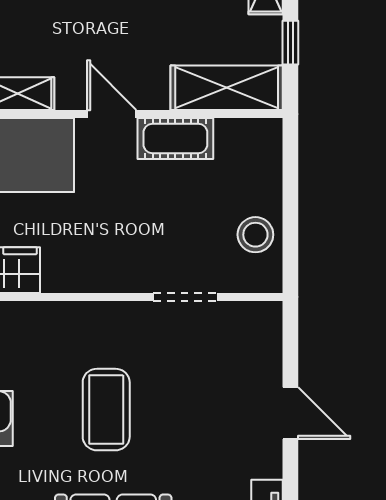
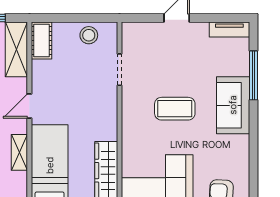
cot: (175, 139) -> (41, 40), moved

